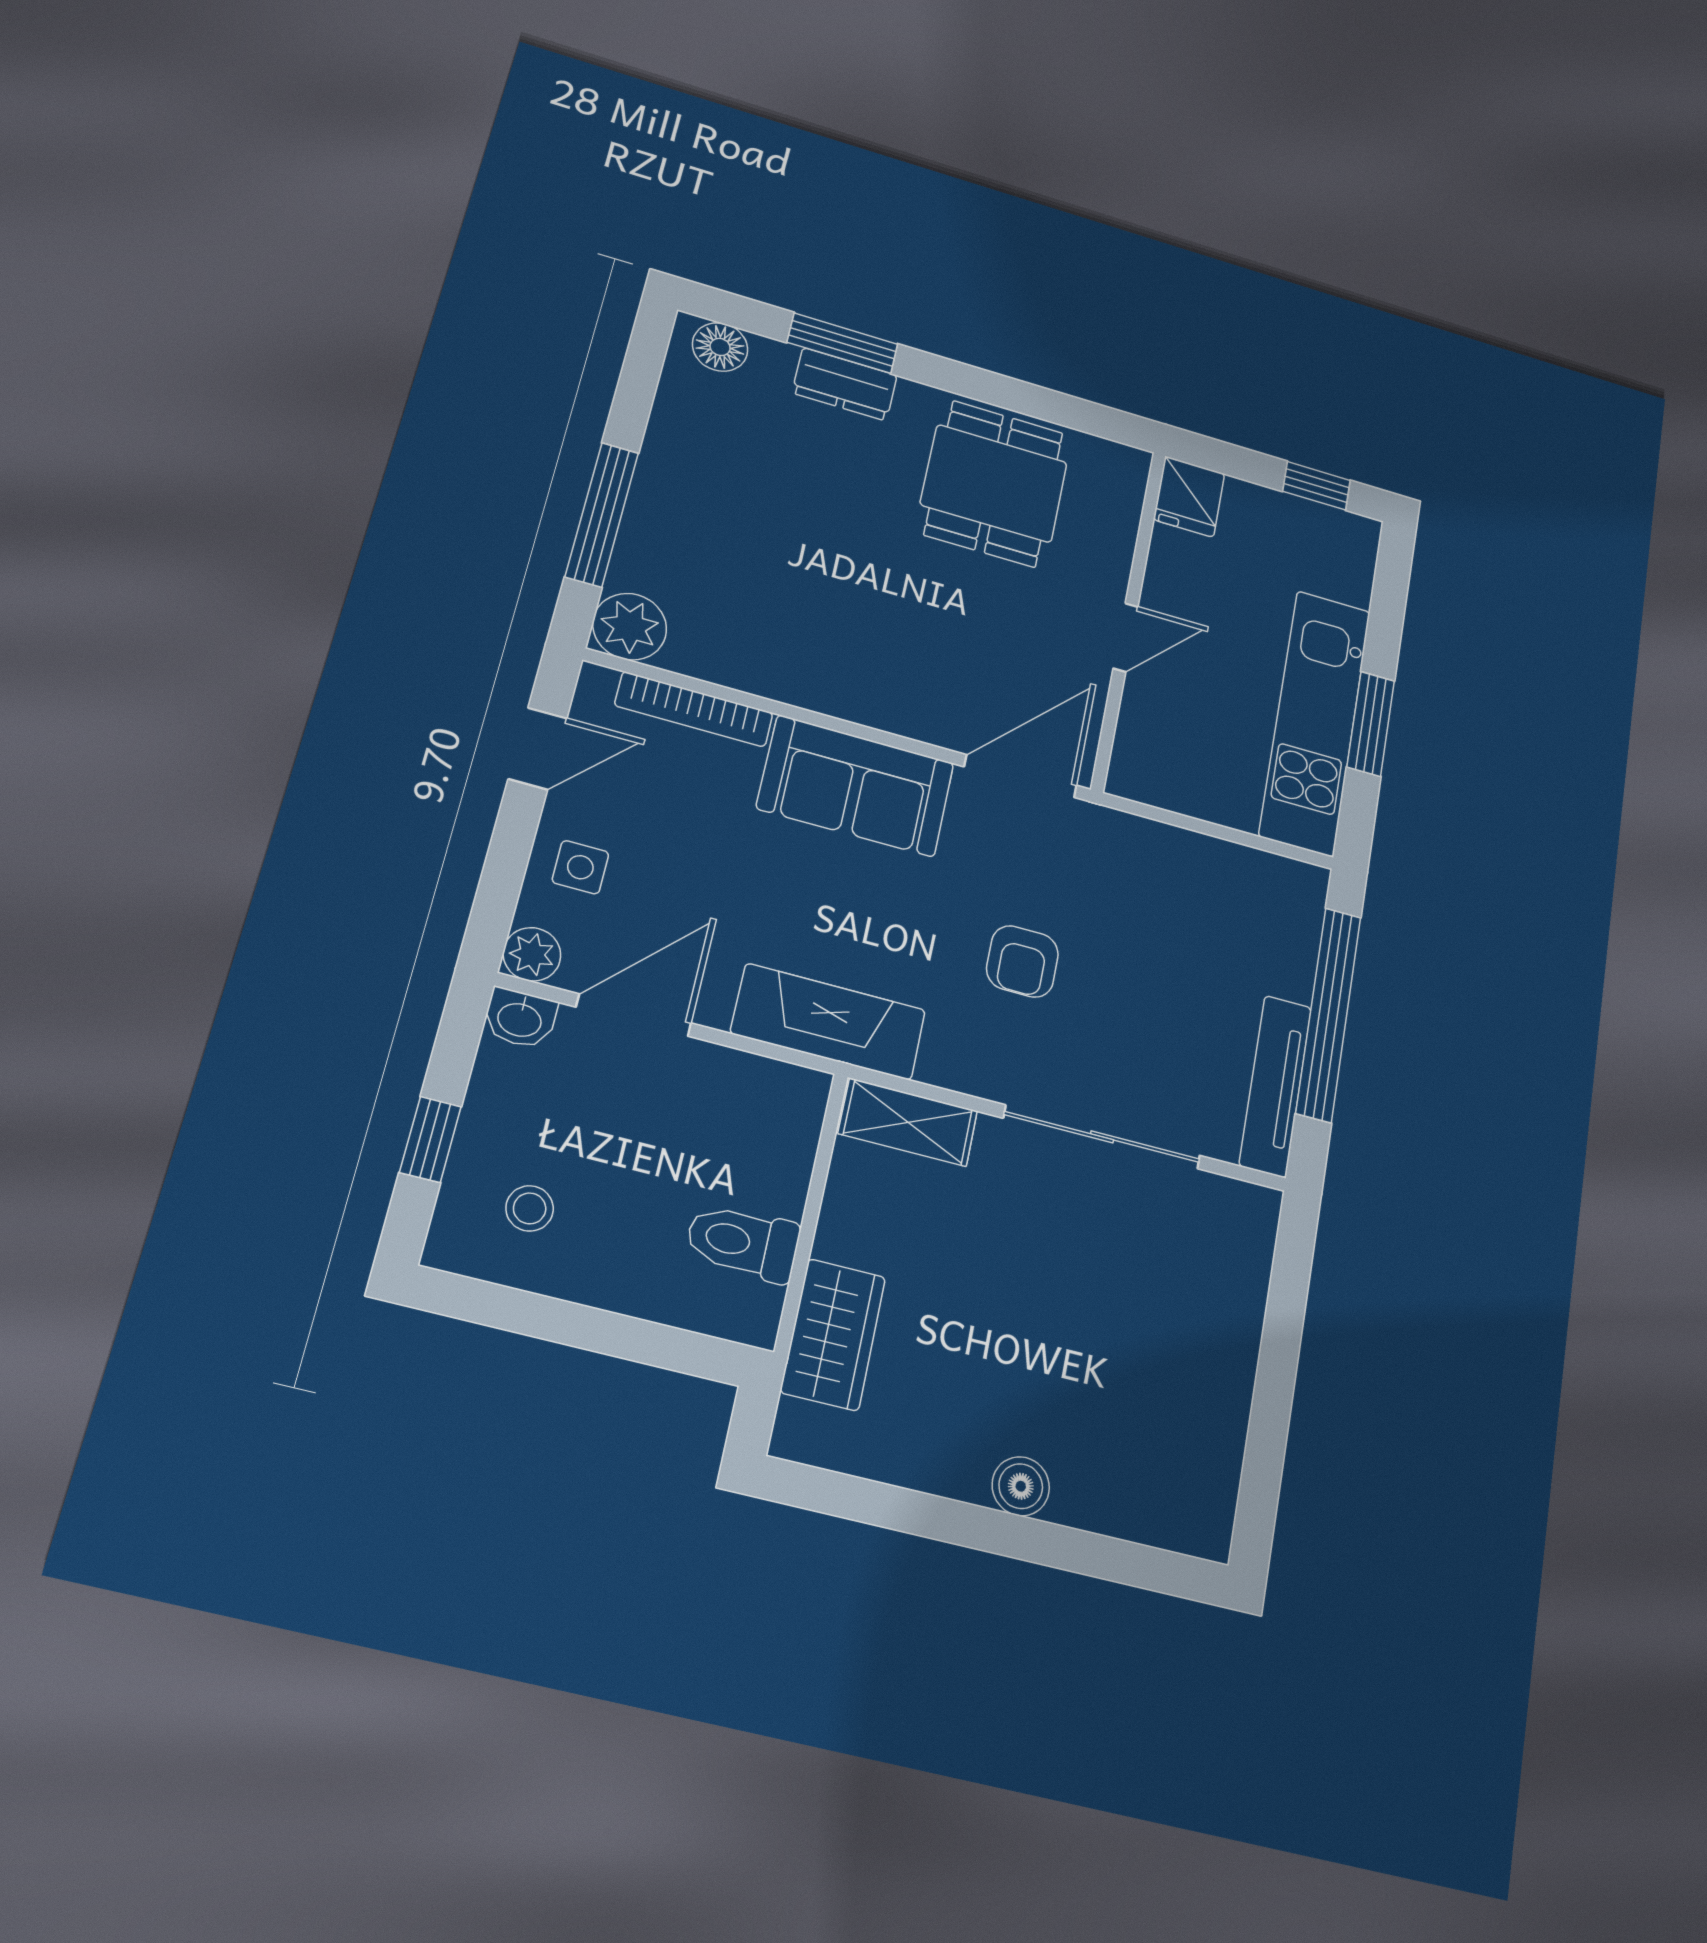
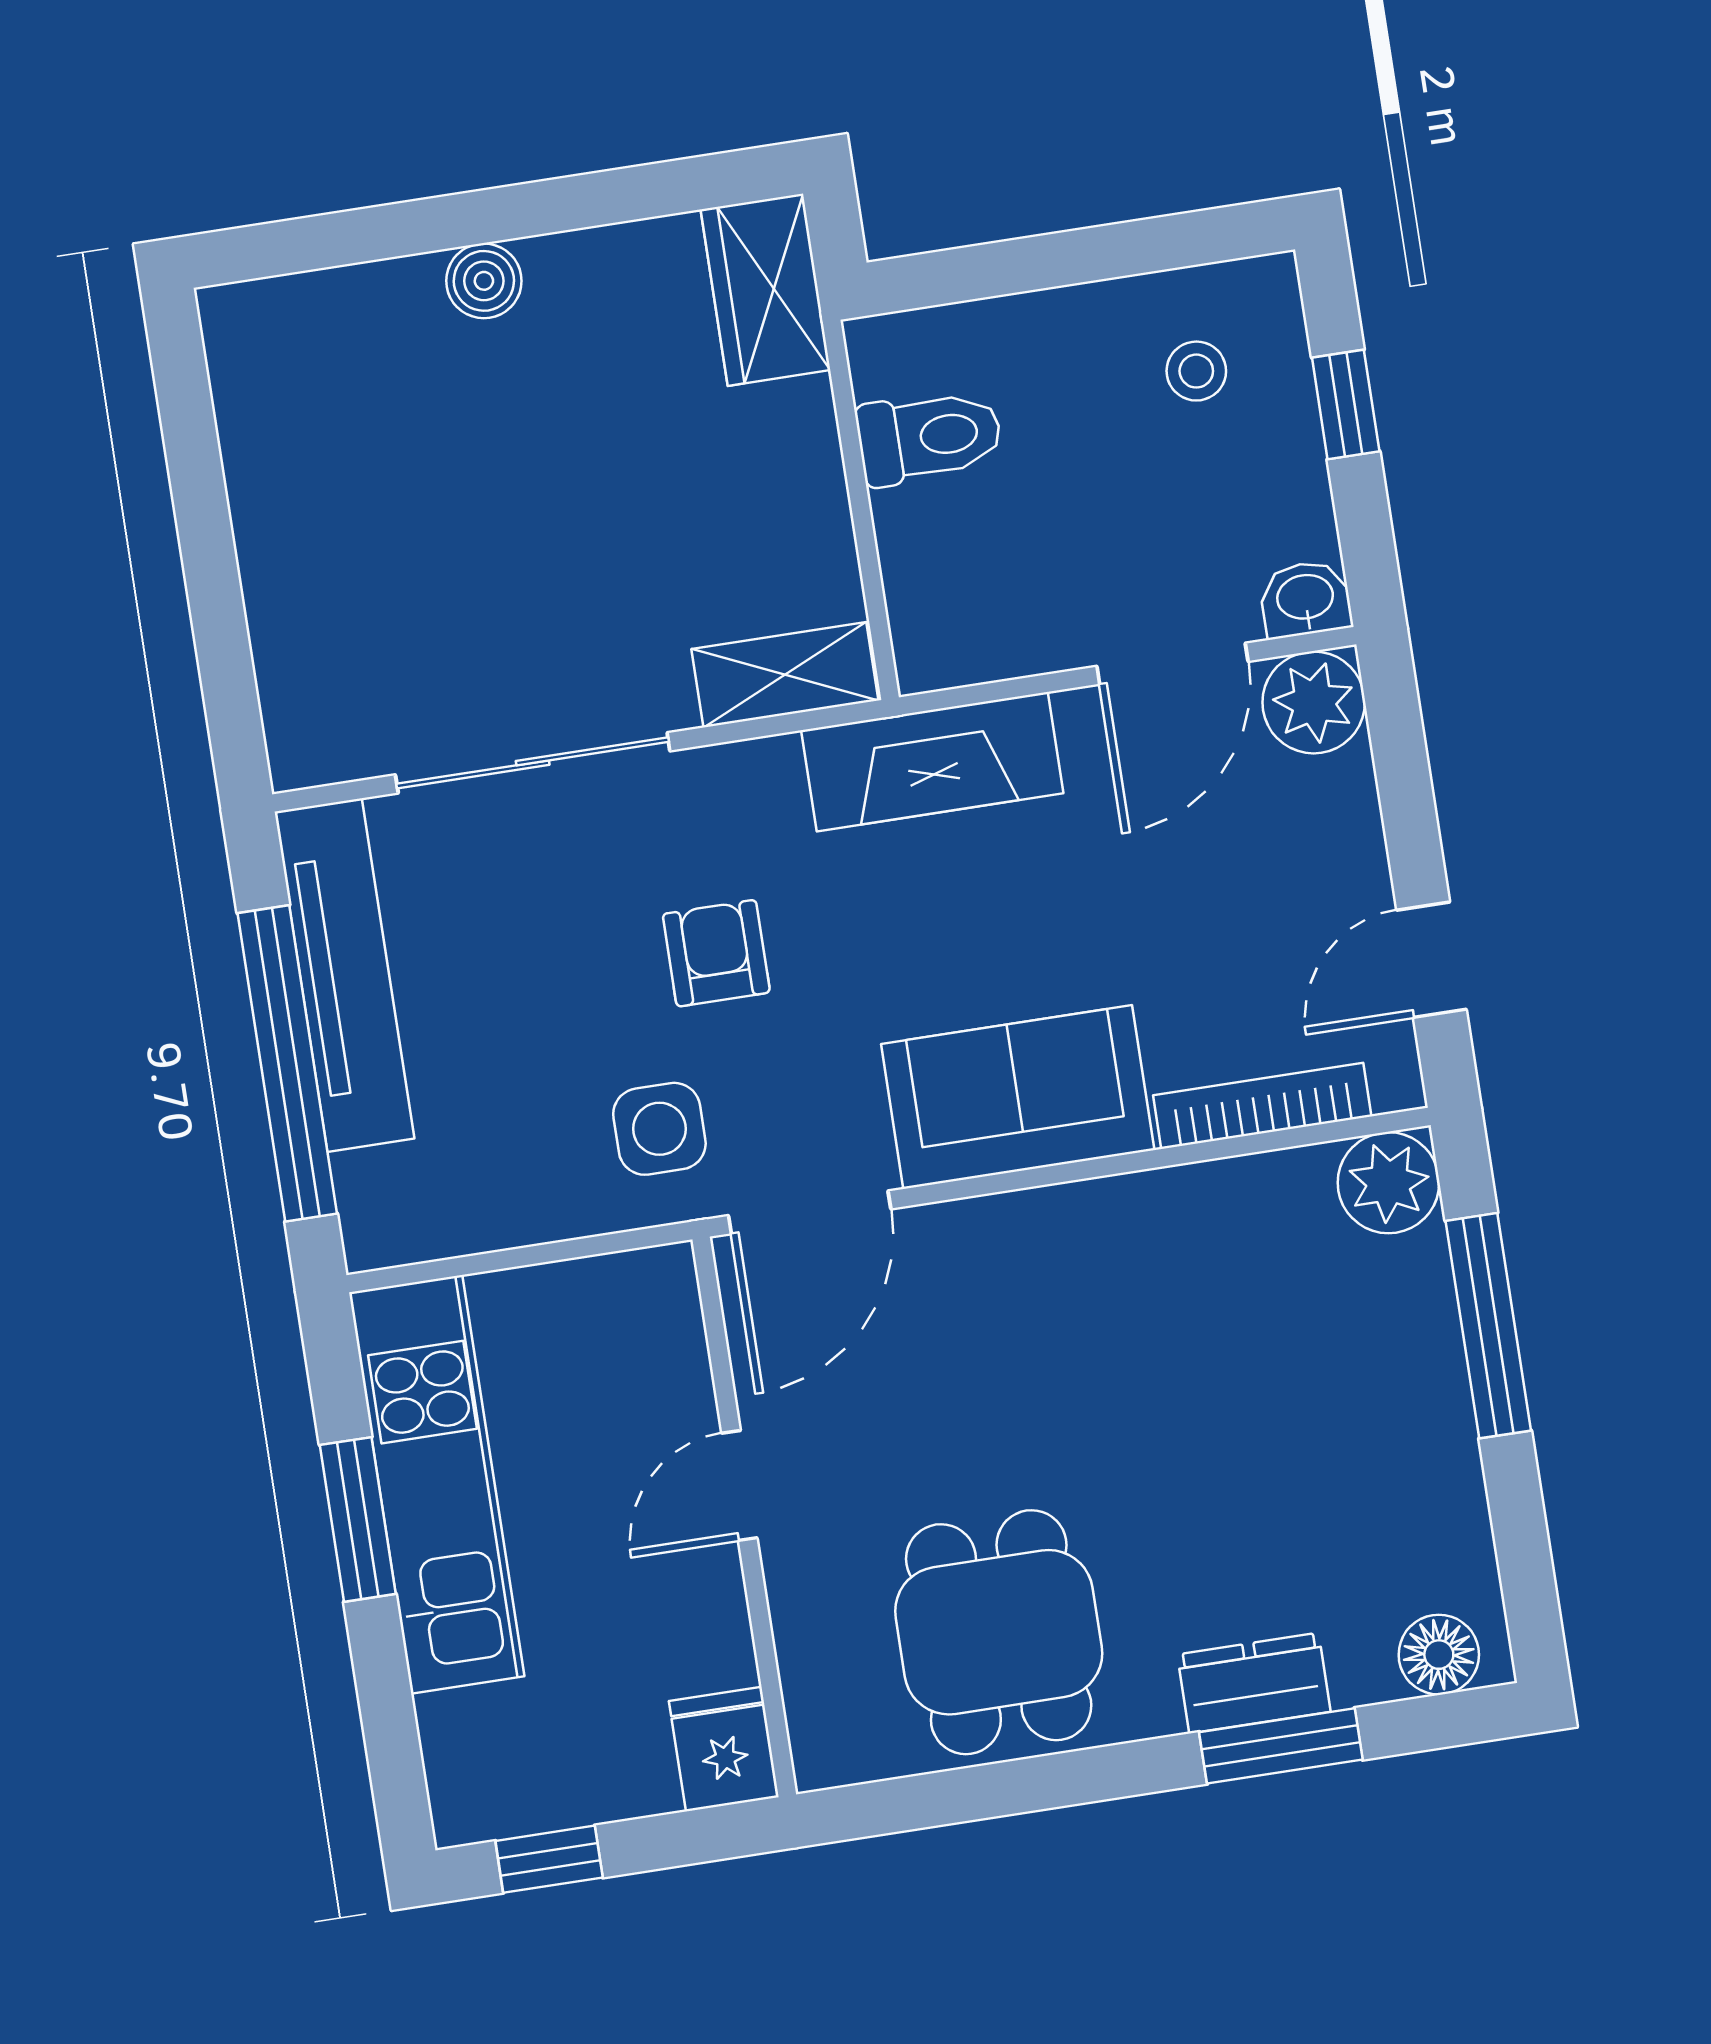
side table: (580, 867) -> (659, 1129), moved, width x1.37, depth x1.37
plant: (532, 954) -> (1314, 702), width x1.38, depth x1.38
tv unit: (1275, 1086) -> (345, 975), width x1.36, depth x1.29
wardrobe: (833, 1334) -> (766, 290), moved

